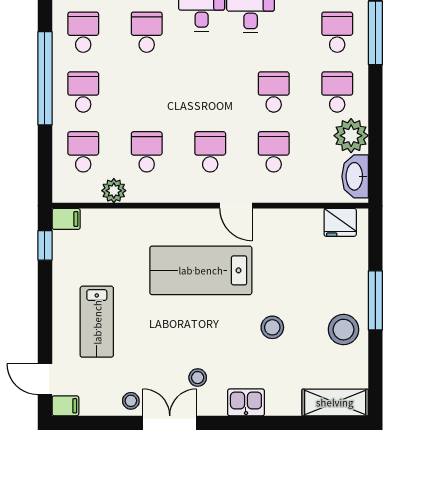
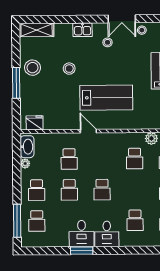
plant: (351, 136) -> (25, 164), width x0.53, depth x0.53
school desk: (210, 152) -> (102, 190), moved

